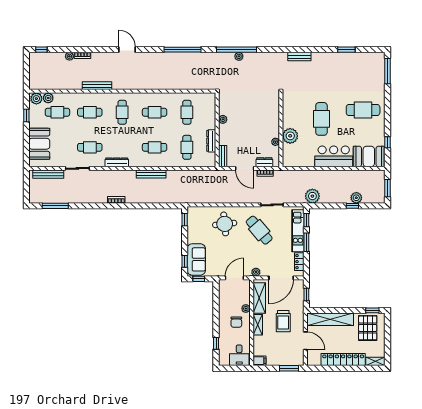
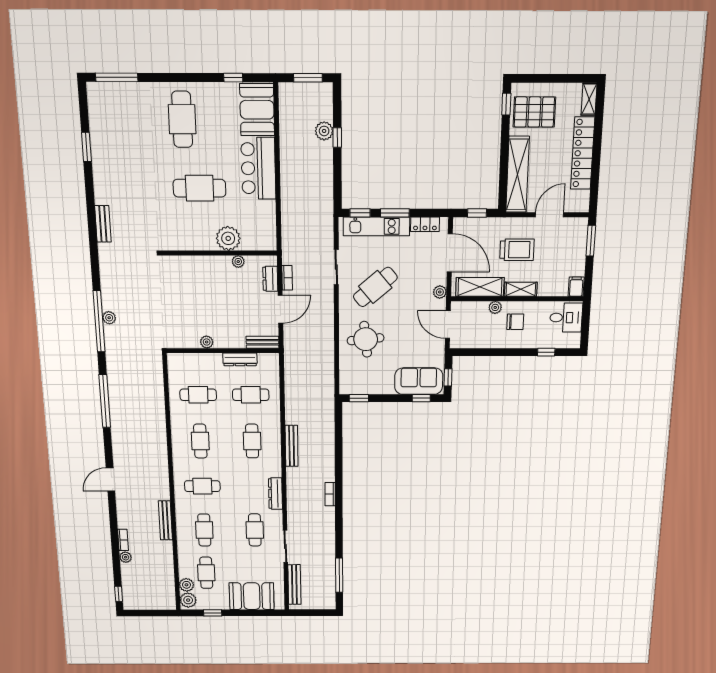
plant: (312, 196) -> (322, 203), removed

